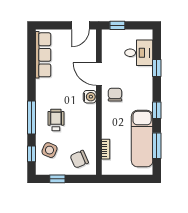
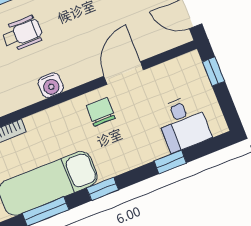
chair: (115, 95) -> (101, 112), turned -90
water cooler: (90, 97) -> (51, 85), moved

